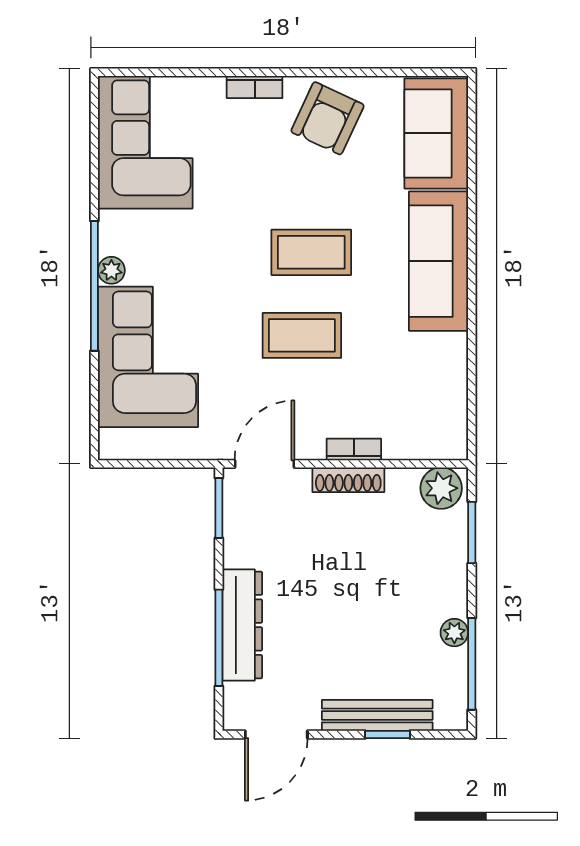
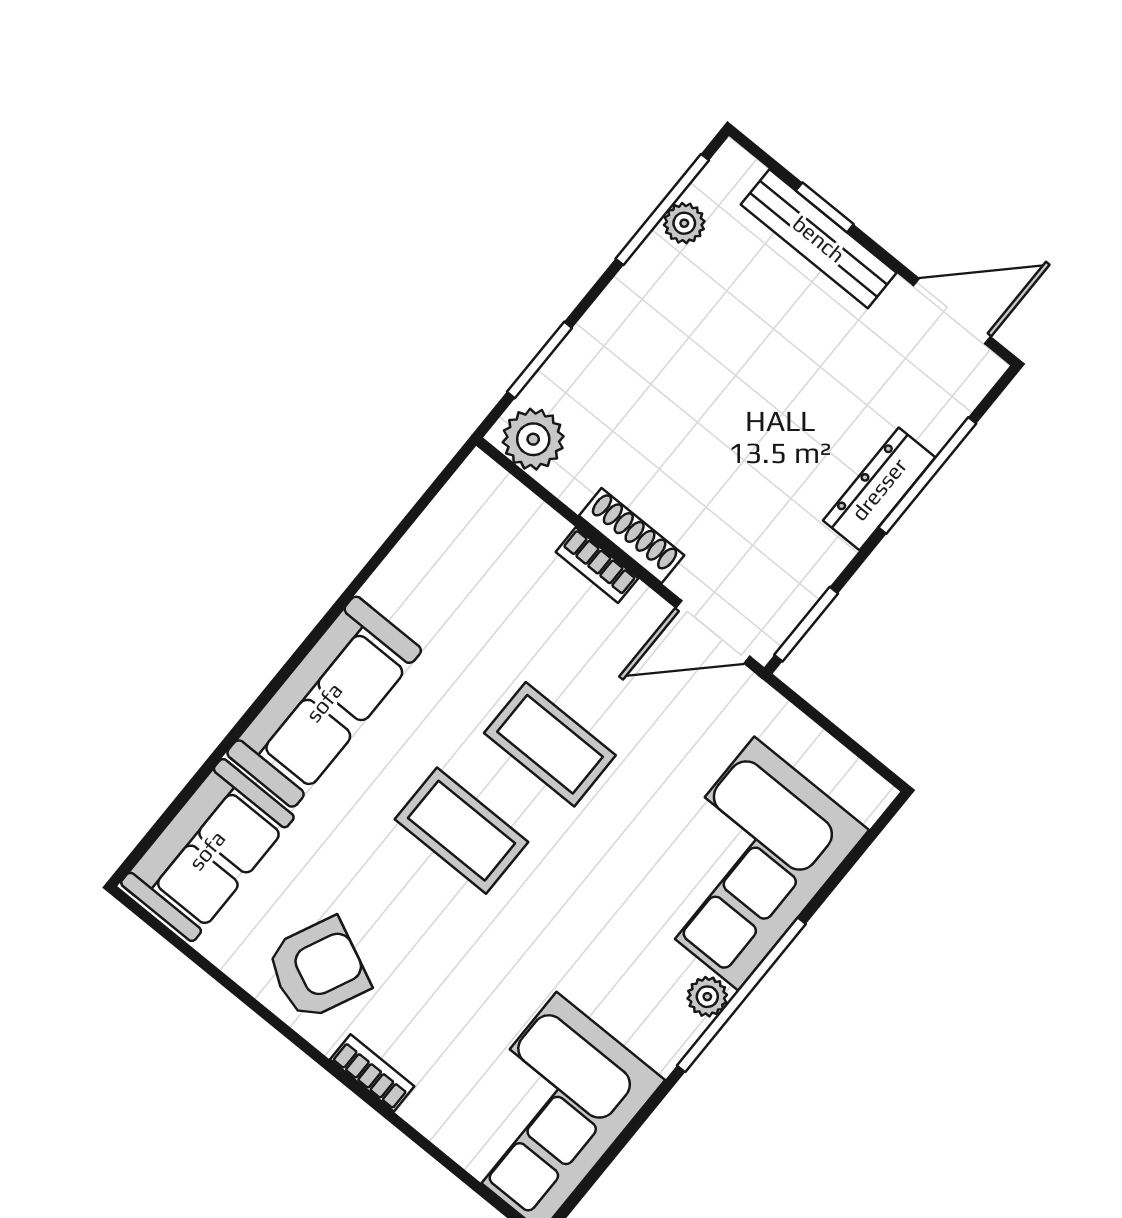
dresser: (242, 625) -> (879, 489), width x0.73, depth x0.80
plant: (454, 633) -> (684, 223), moved

